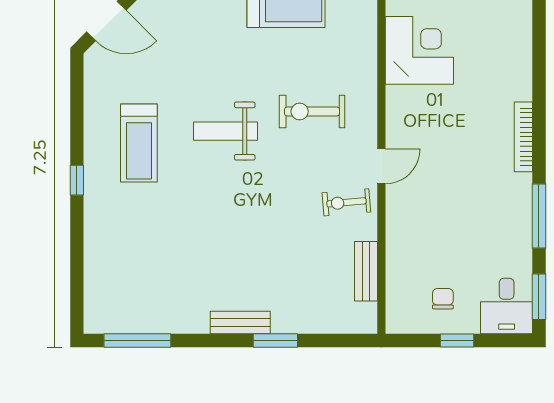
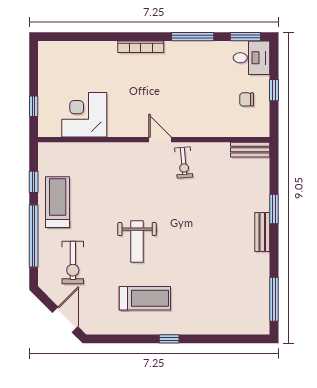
exercise bike: (312, 111) -> (73, 262), moved
bench: (366, 271) -> (250, 150), moved

